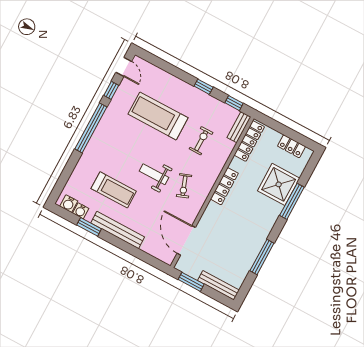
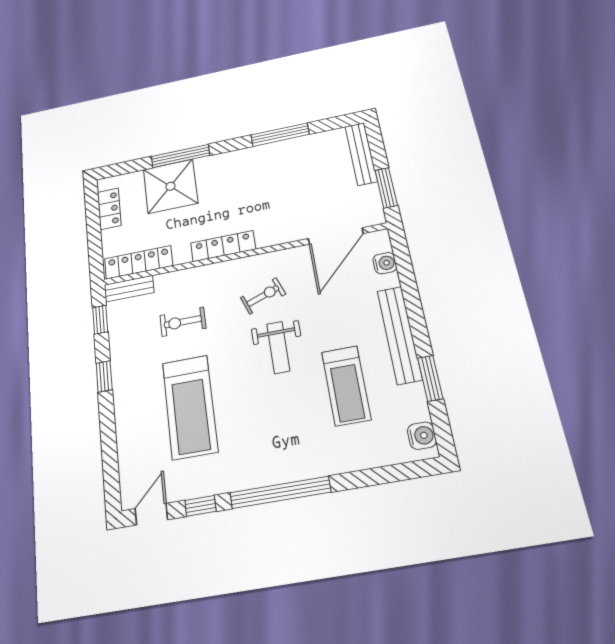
treadmill: (114, 190) -> (346, 386), turned 180
water cooler: (81, 211) -> (385, 263), moved

